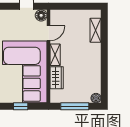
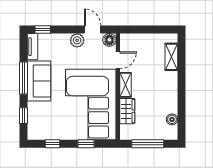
plant: (13, 16) -> (77, 40), added
boiler: (96, 98) -> (172, 119), moved

